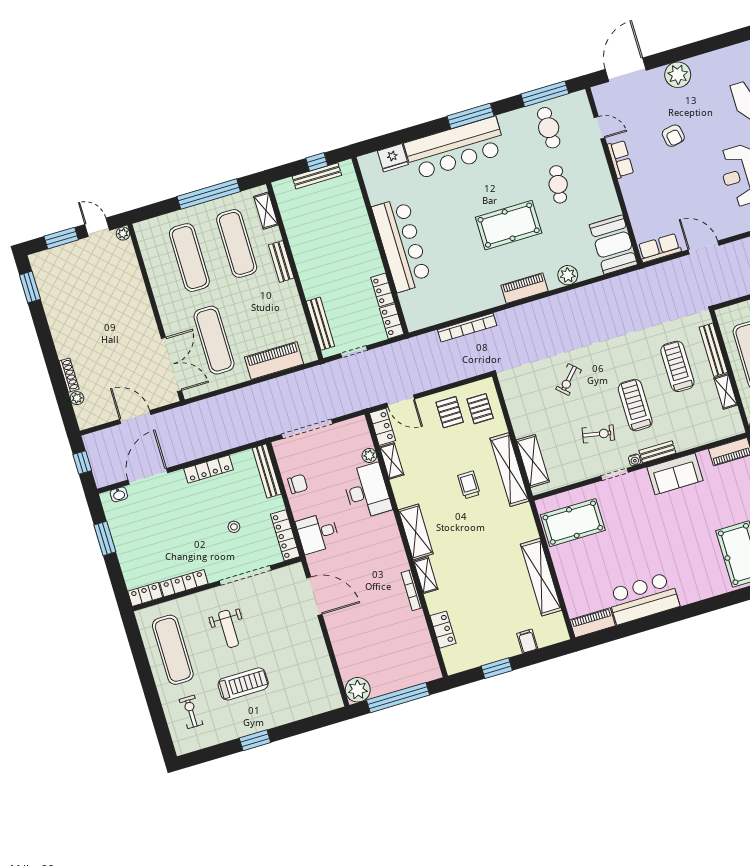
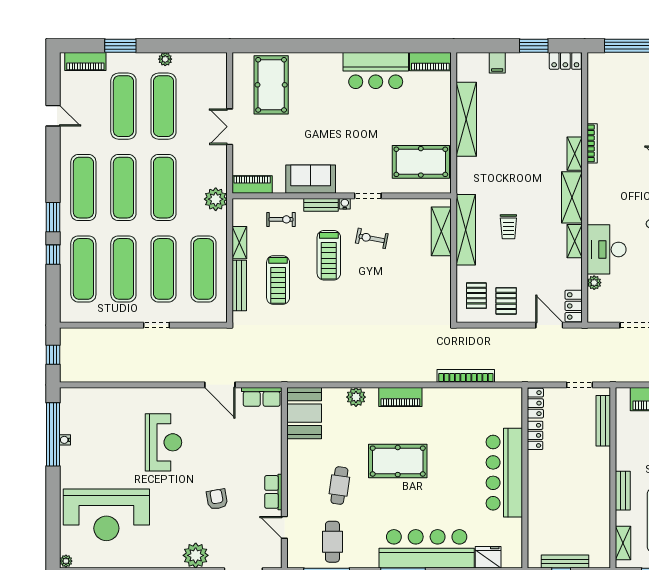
exercise bike: (569, 380) -> (281, 219), moved, turned 47
shelving: (392, 461) -> (575, 241), moved
locker: (443, 630) -> (565, 61), moved, turned -90

